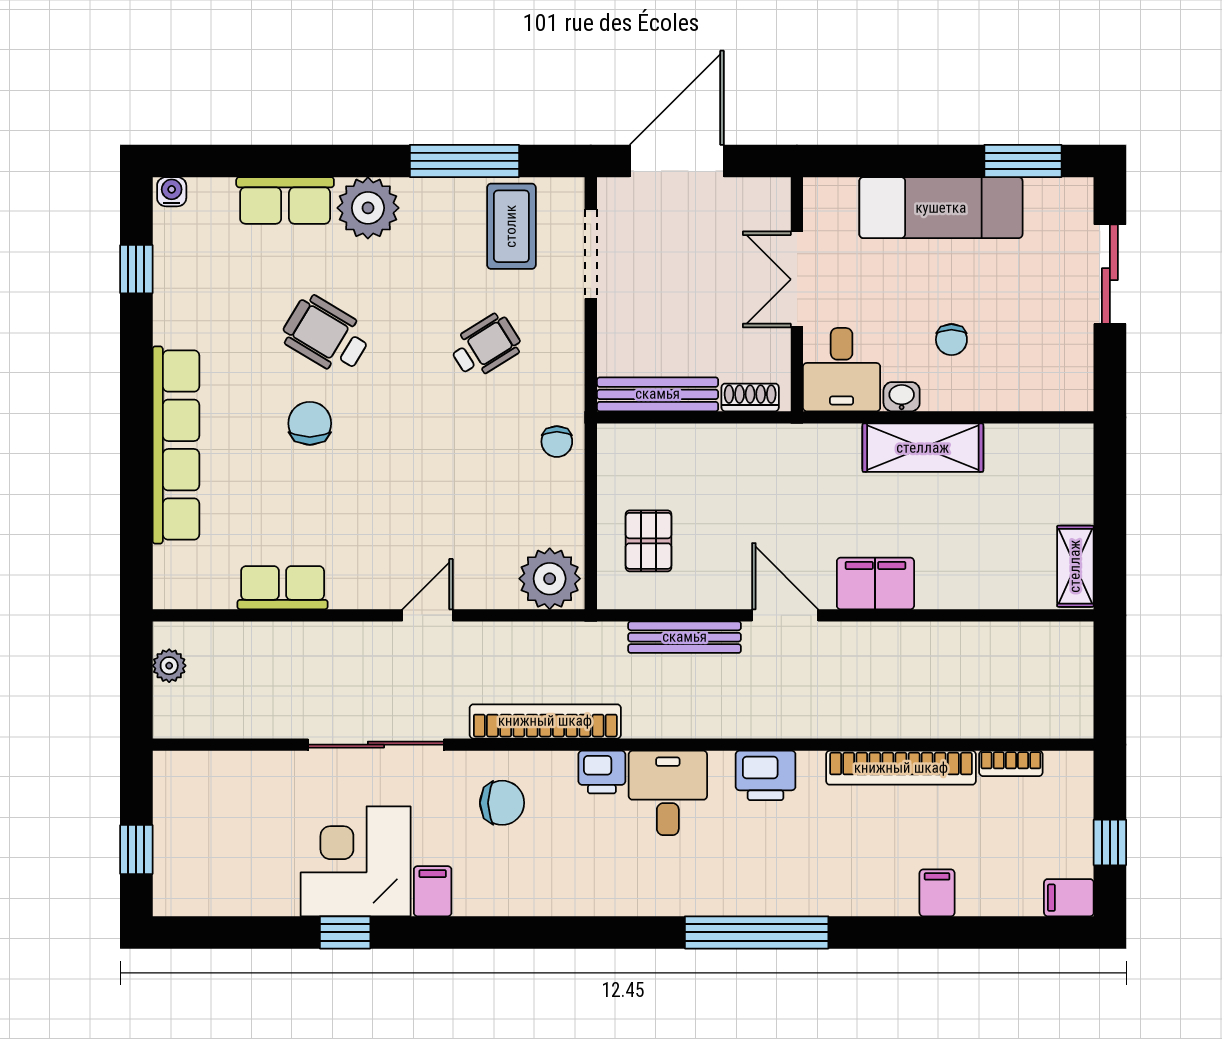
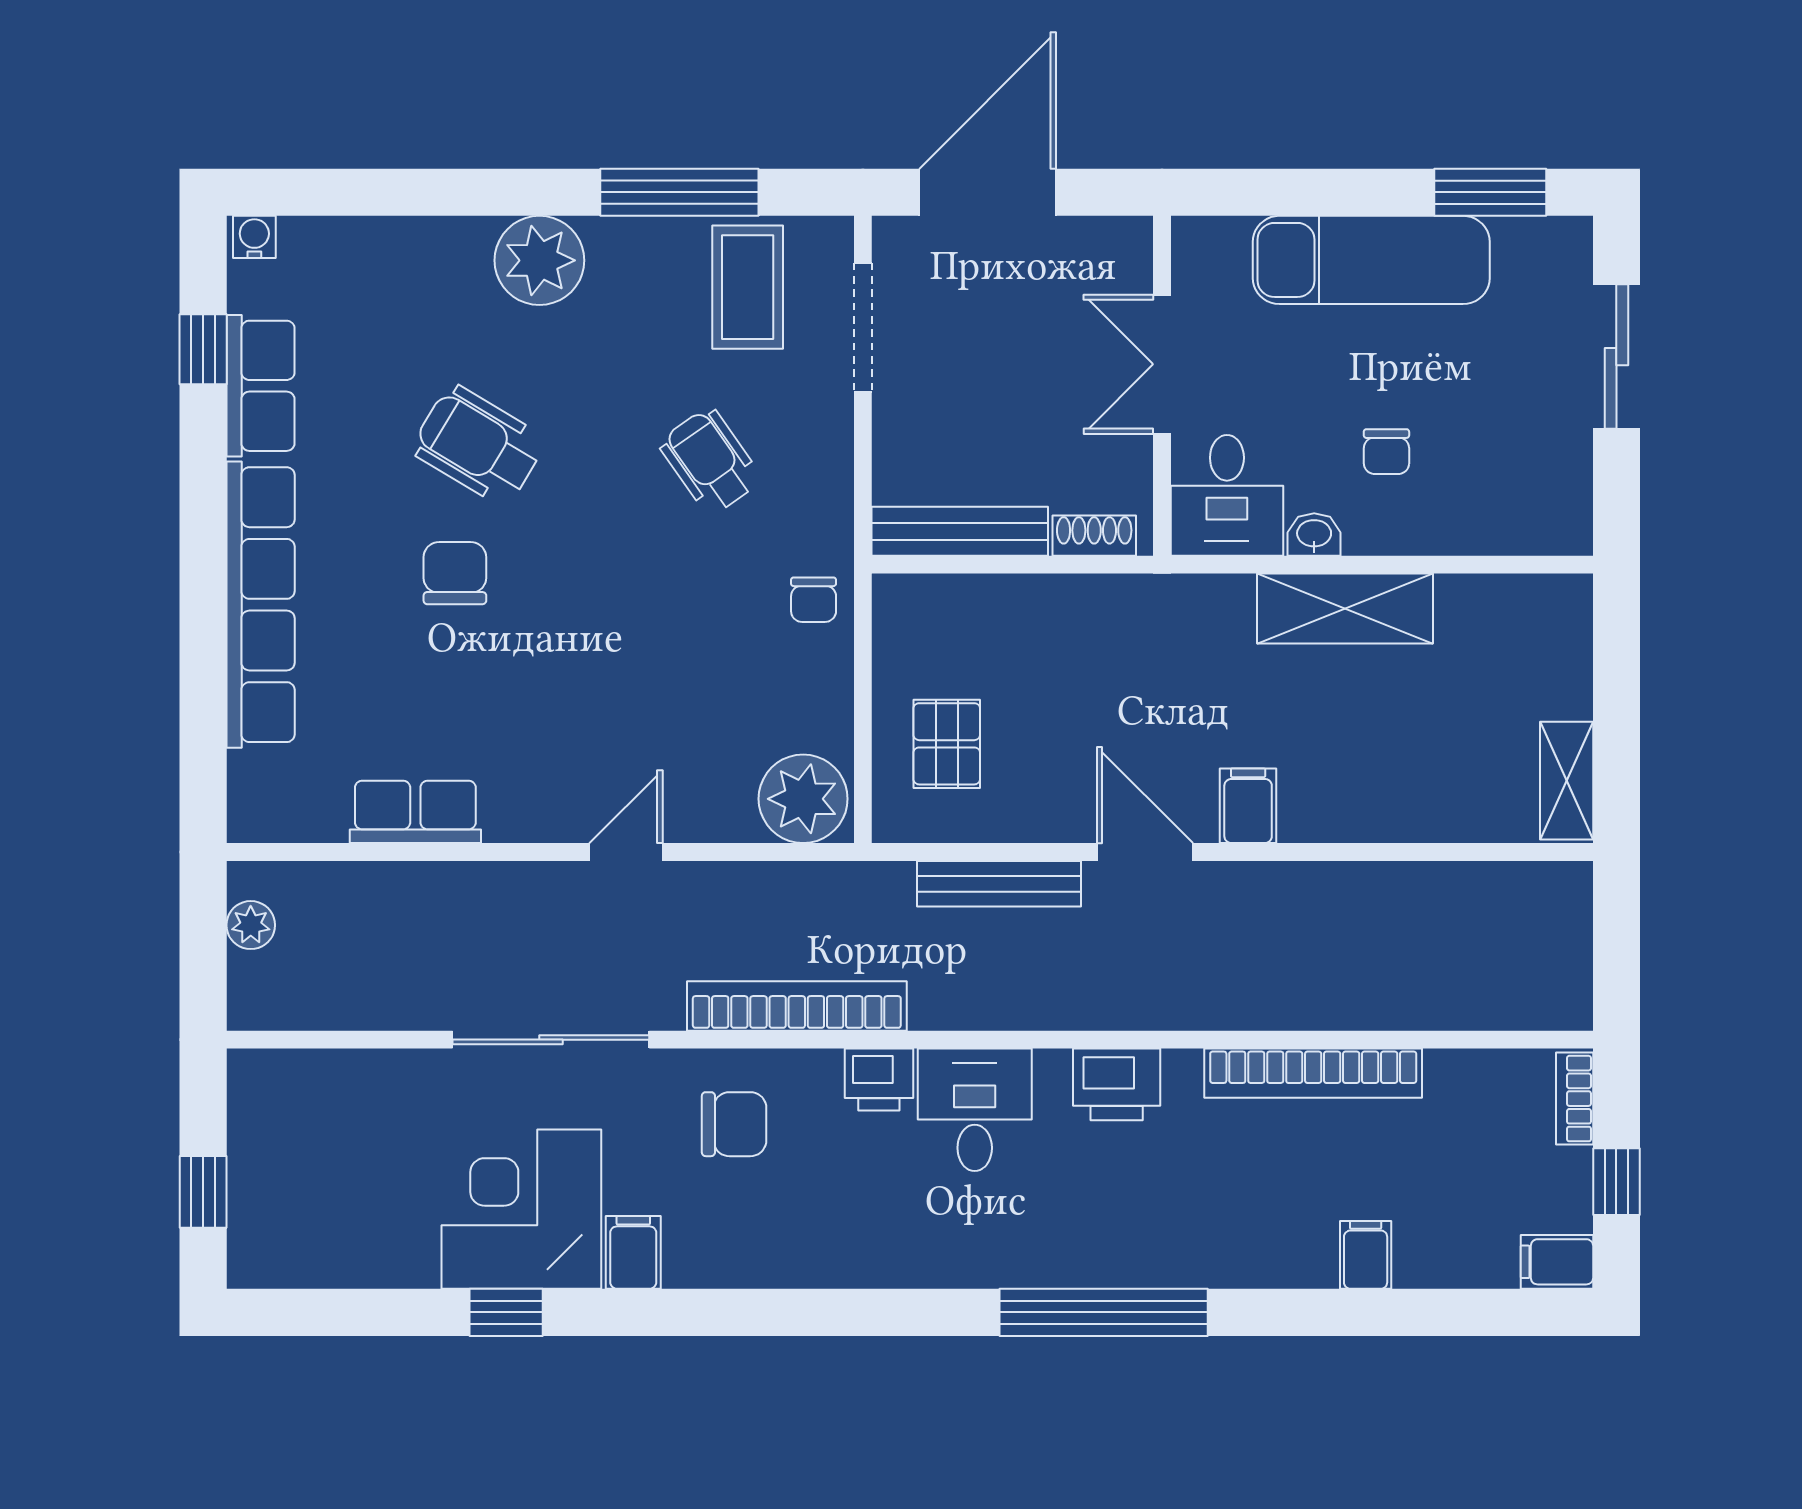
row of seats: (285, 200) -> (261, 386), moved, turned -90
wheelchair: (486, 346) -> (710, 461), turned -93
filing cabinet: (875, 583) -> (1248, 806), width x0.50
bookcase: (1011, 763) -> (1575, 1099), moved, turned 90

